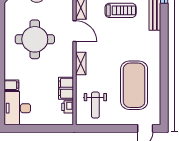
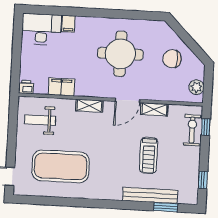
printer: (68, 107) -> (26, 87), moved

